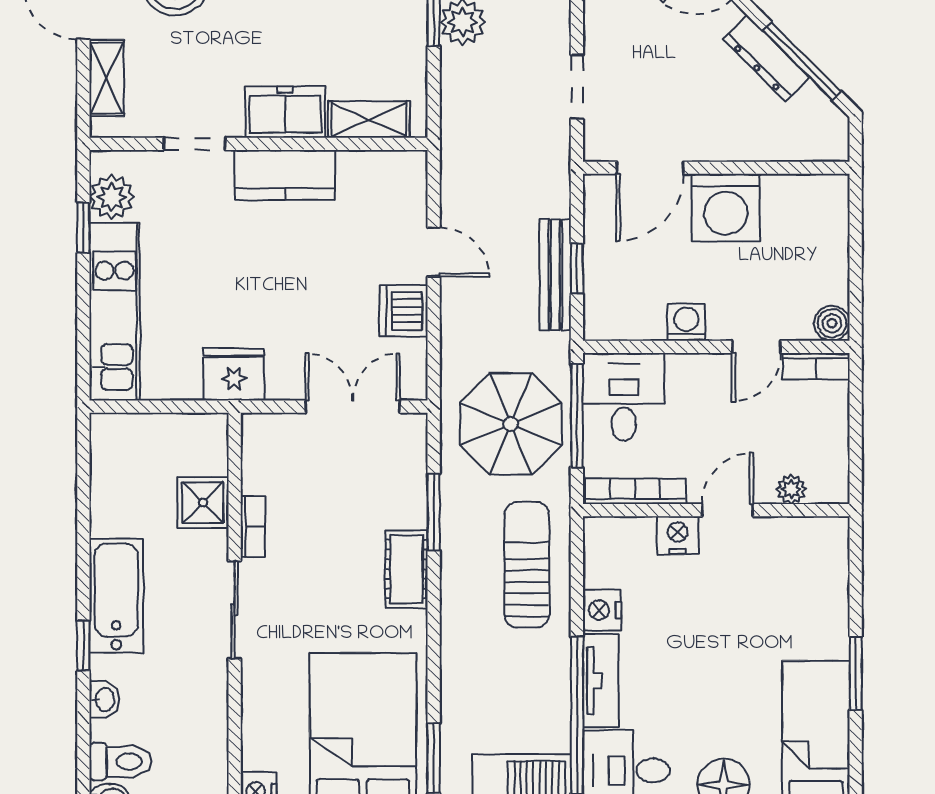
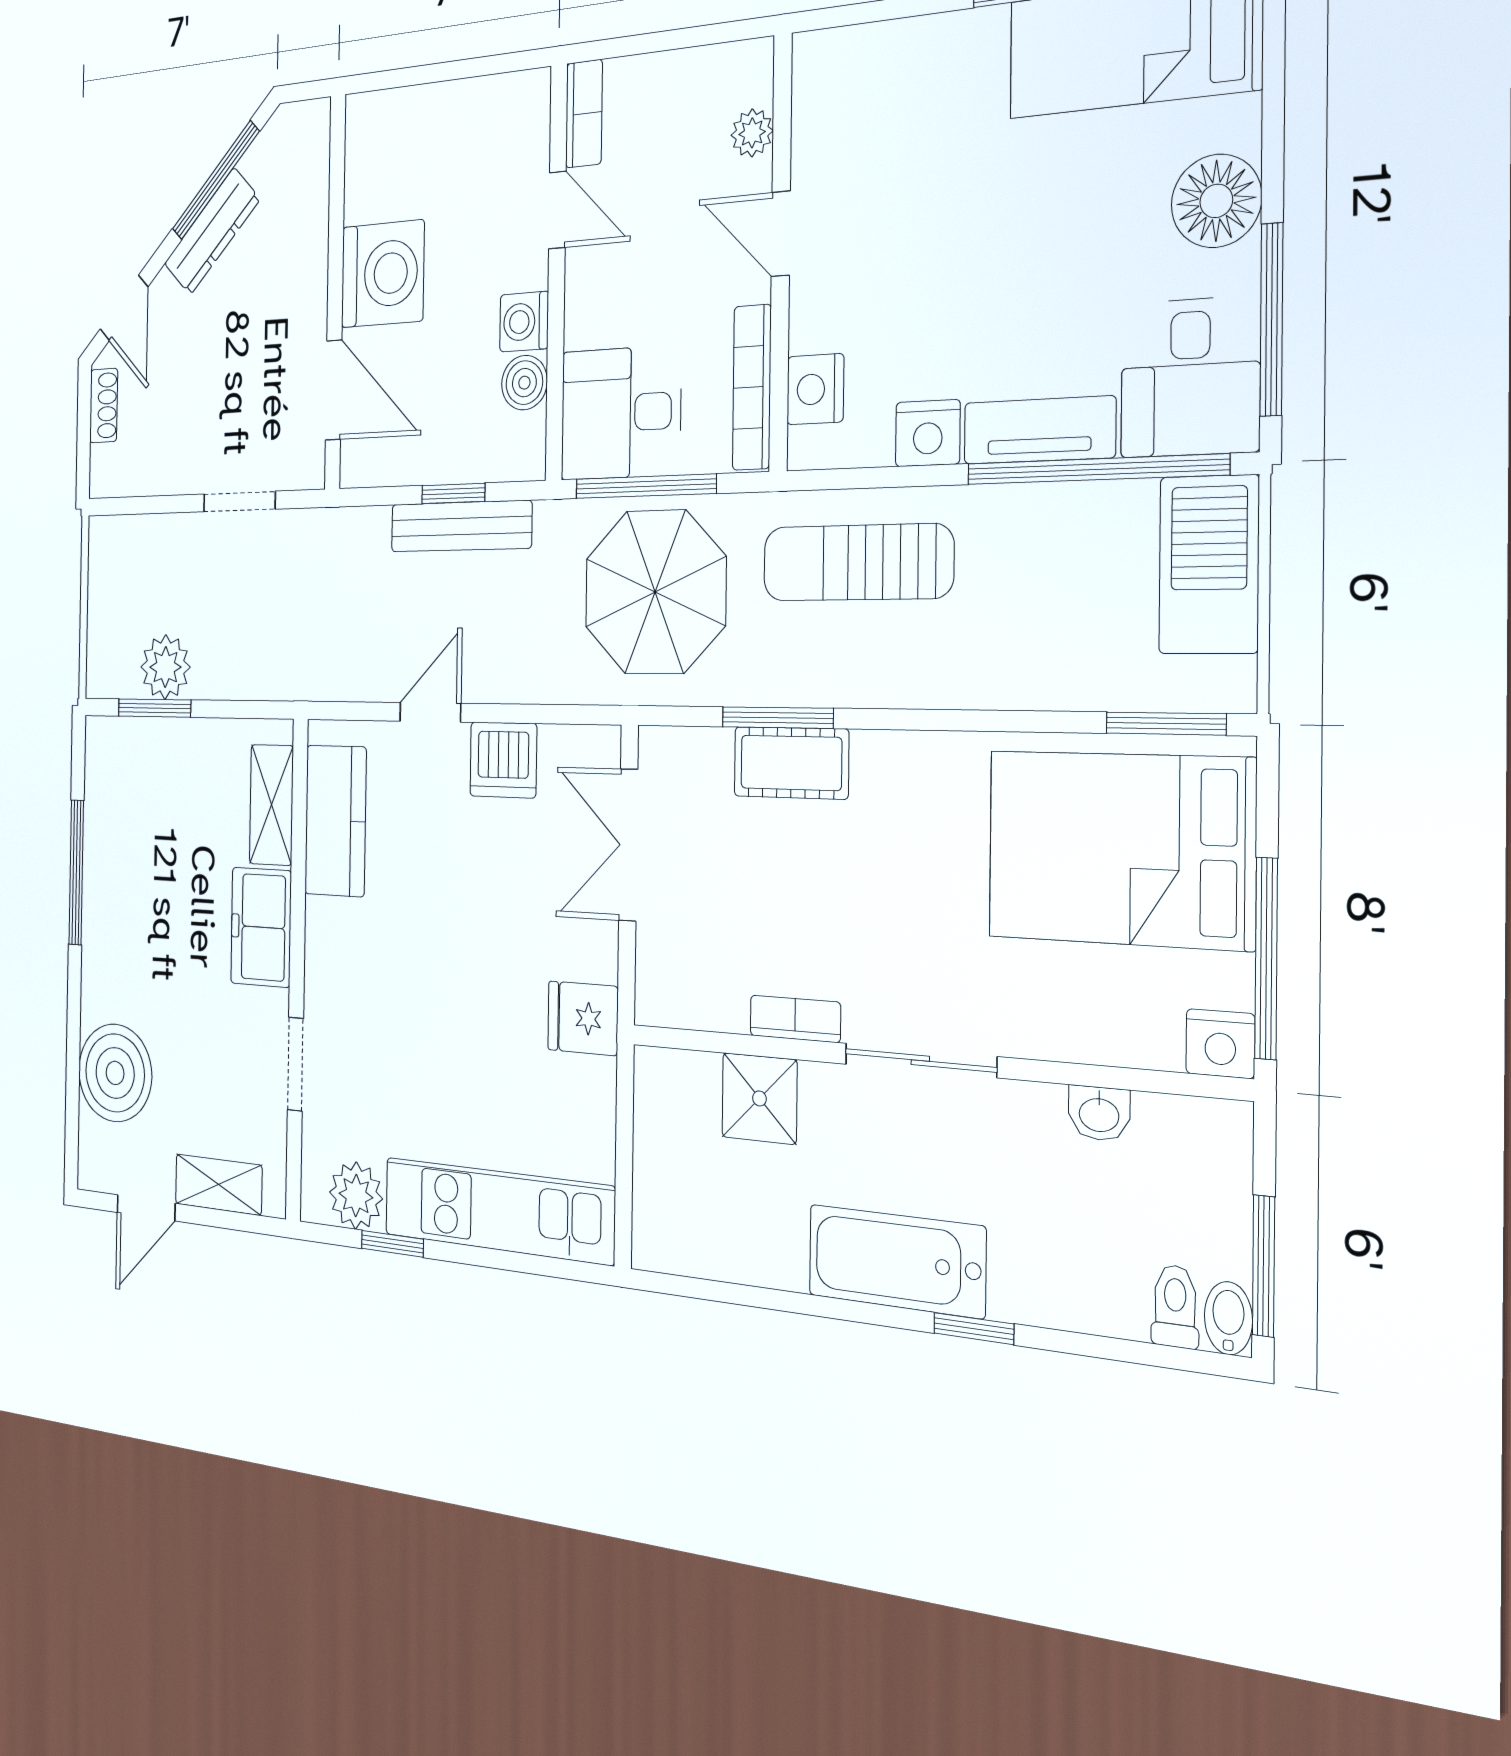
kitchen counter: (285, 175) -> (335, 821), moved
boiler: (832, 323) -> (524, 383), moved
fridge: (234, 375) -> (583, 1018), width x0.72
nightstand: (678, 535) -> (815, 389), moved
cot: (407, 569) -> (791, 763), moved
washbasin: (104, 700) -> (1099, 1114), moved, turned 180
toilet: (120, 762) -> (1175, 1306), width x0.73, depth x0.72

